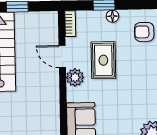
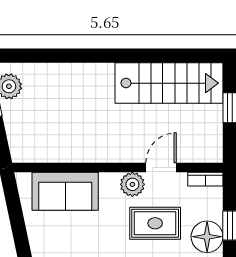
floor lamp: (112, 16) -> (207, 237), width x1.89, depth x1.89

